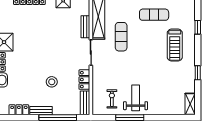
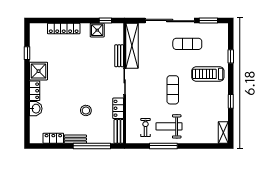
exercise mat: (121, 37) -> (173, 90), moved
treadmill: (175, 45) -> (208, 74), turned 90
weight bench: (136, 98) -> (169, 126), turned -90

